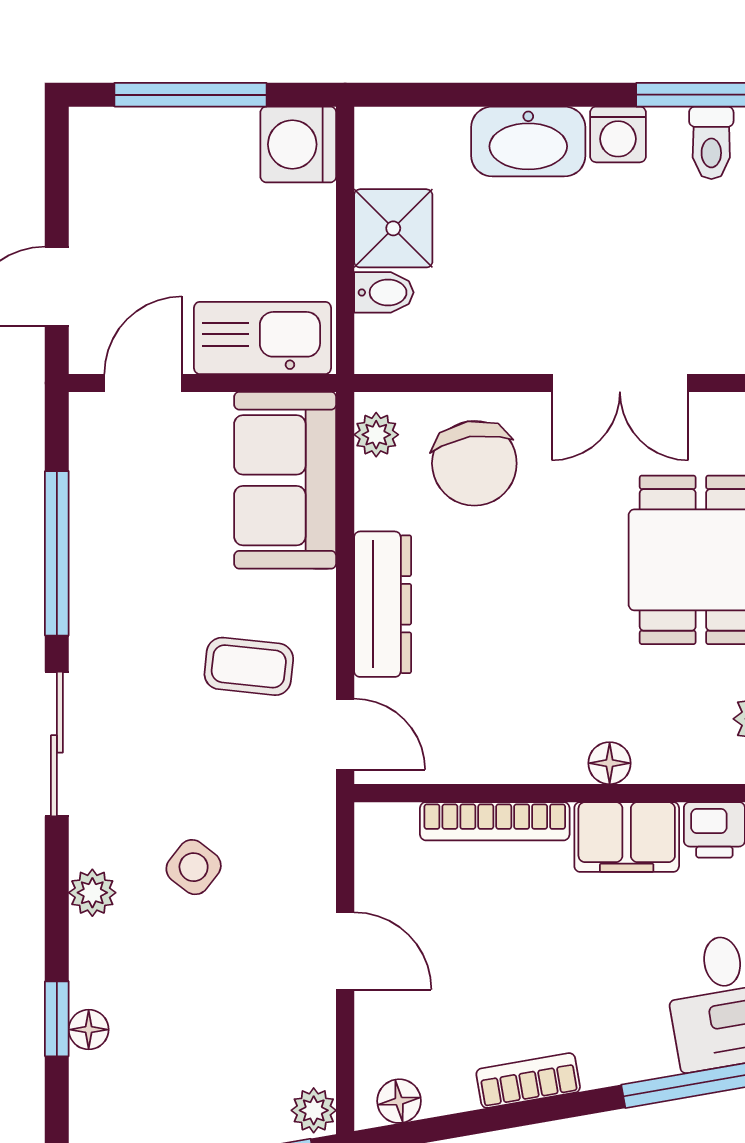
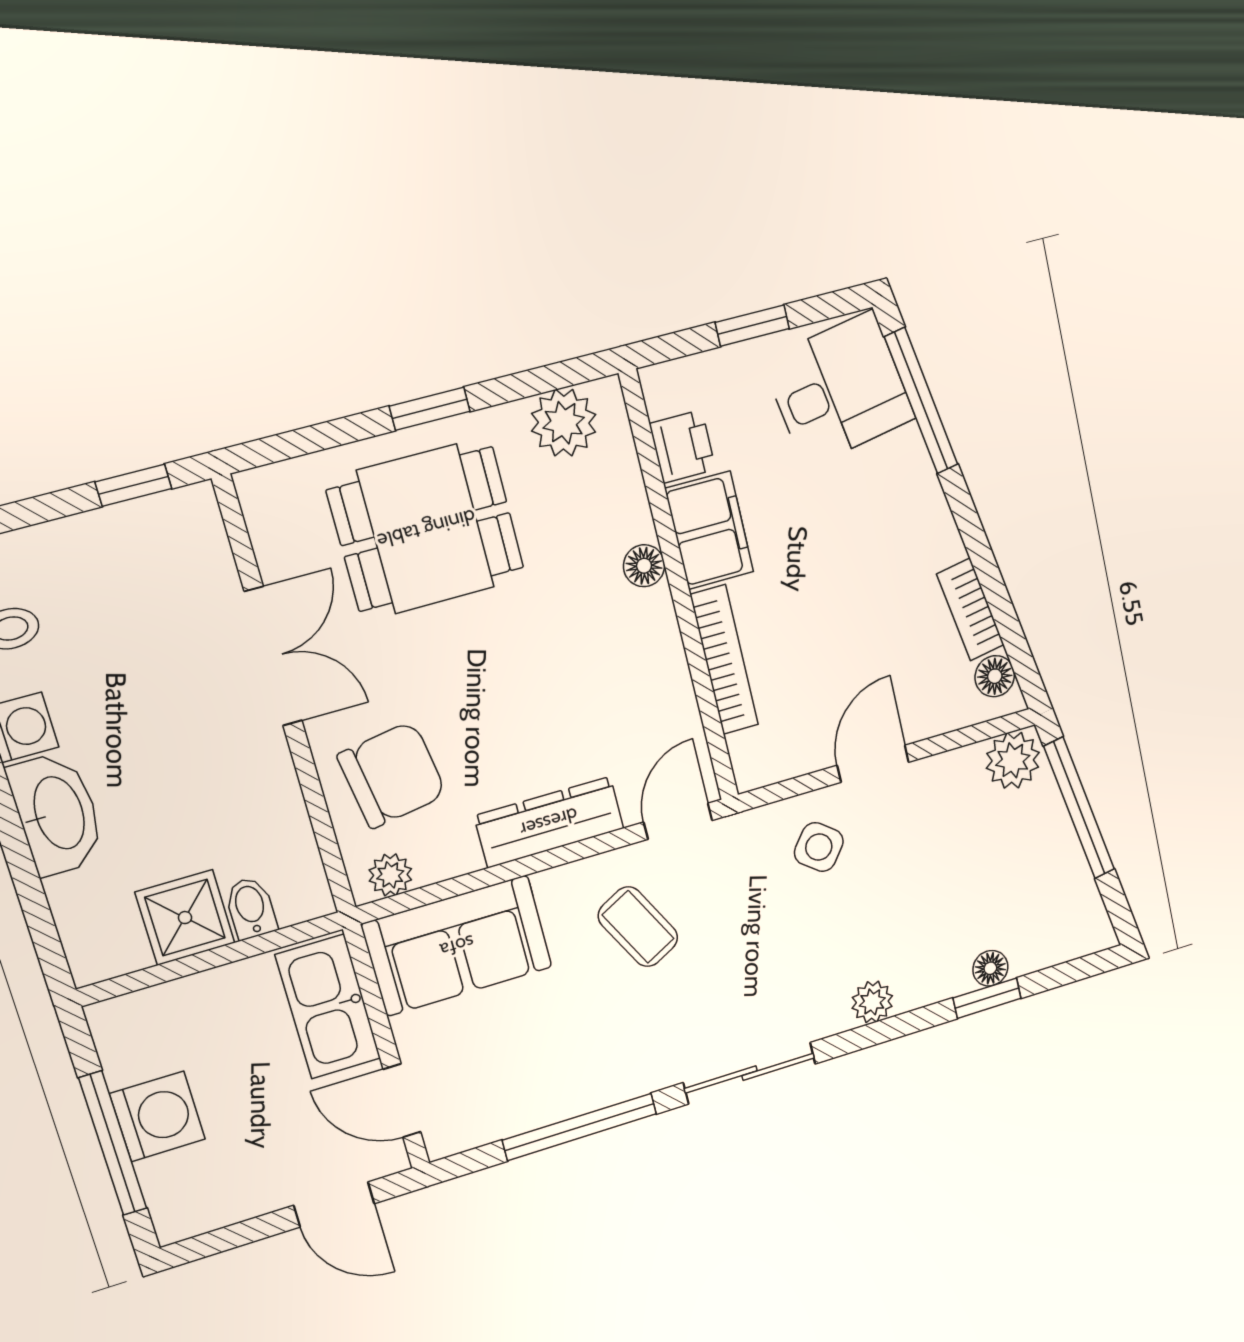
washing machine: (298, 144) -> (158, 1116), moved, turned -90
coffee table: (249, 666) -> (638, 927), turned -34
side table: (194, 867) -> (819, 847), moved
bookcase: (528, 1081) -> (970, 610), moved
plant: (314, 1110) -> (1013, 760), width x1.38, depth x1.38

